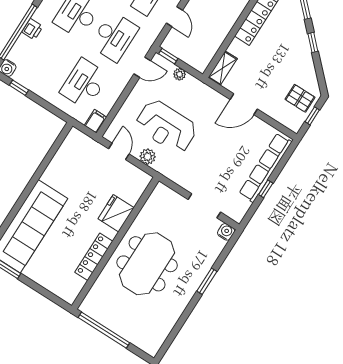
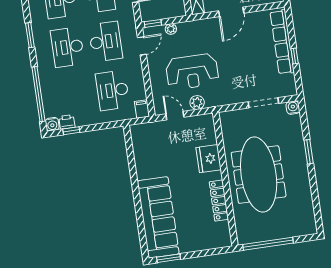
printer: (32, 29) -> (67, 122), moved, turned -90
meeting table: (147, 264) -> (259, 175), width x1.36

